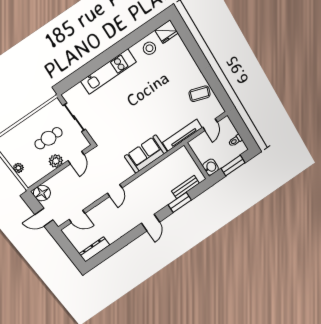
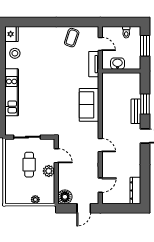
tv unit: (182, 135) -> (94, 64), width x0.71
washbasin: (211, 167) -> (118, 64), moved
bench: (185, 187) -> (136, 111), moved

